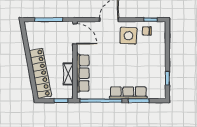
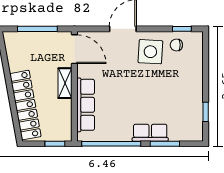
shelving: (68, 74) -> (65, 83), moved
row of seats: (128, 93) -> (150, 133), width x0.68

